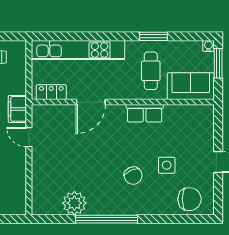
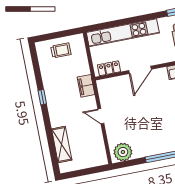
door: (29, 137) -> (101, 116), moved
plant: (74, 203) -> (123, 152), moved

